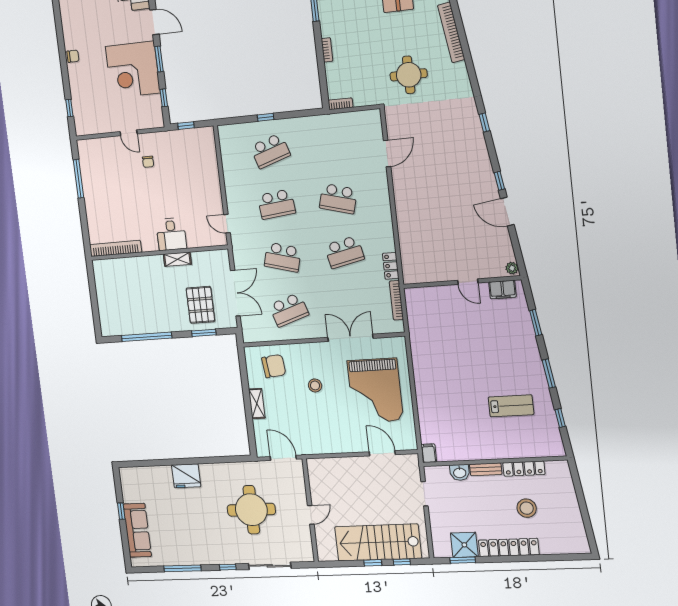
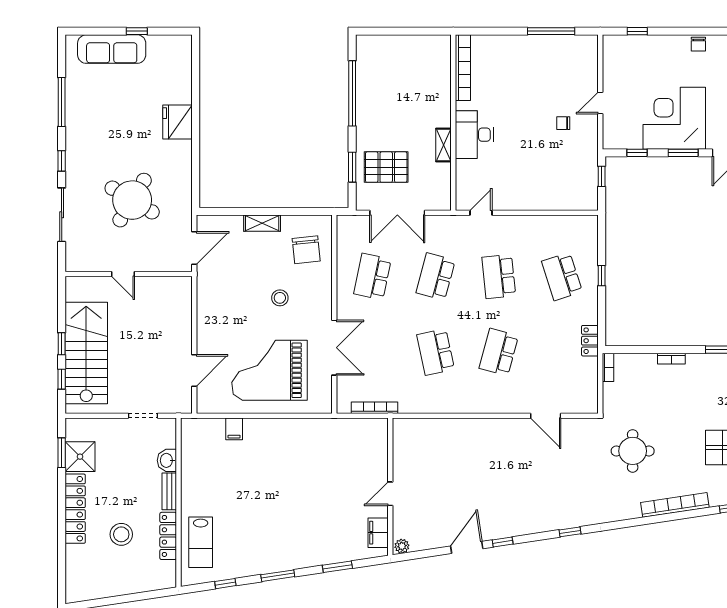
desk: (171, 234) -> (474, 135), width x1.37
locker: (391, 266) -> (590, 341), moved, turned -90
school desk: (289, 310) -> (372, 276), turned 30
lab bench: (511, 406) -> (201, 542), moved
filing cabinet: (429, 453) -> (234, 429), moved, turned 90
round table: (251, 510) -> (132, 200), turned 31

